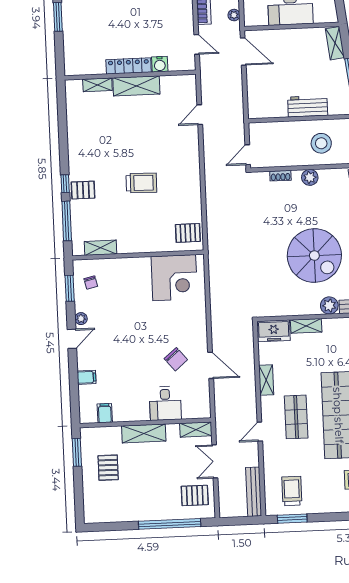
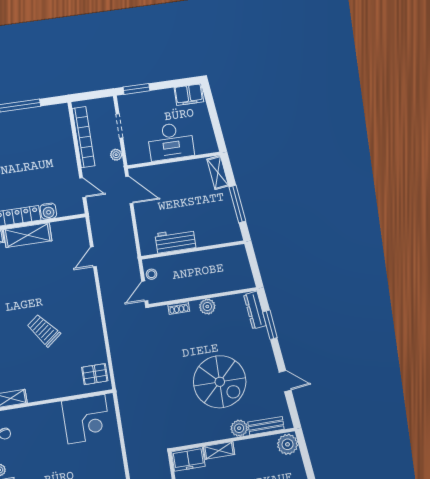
workbench: (308, 106) -> (175, 241), moved
stool: (321, 143) -> (152, 274), moved, width x0.53, depth x0.53
trolley: (141, 183) -> (44, 330), turned -129

